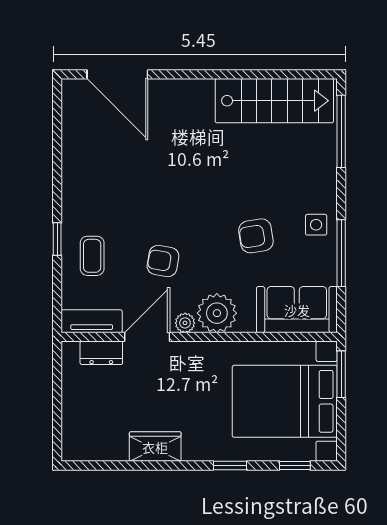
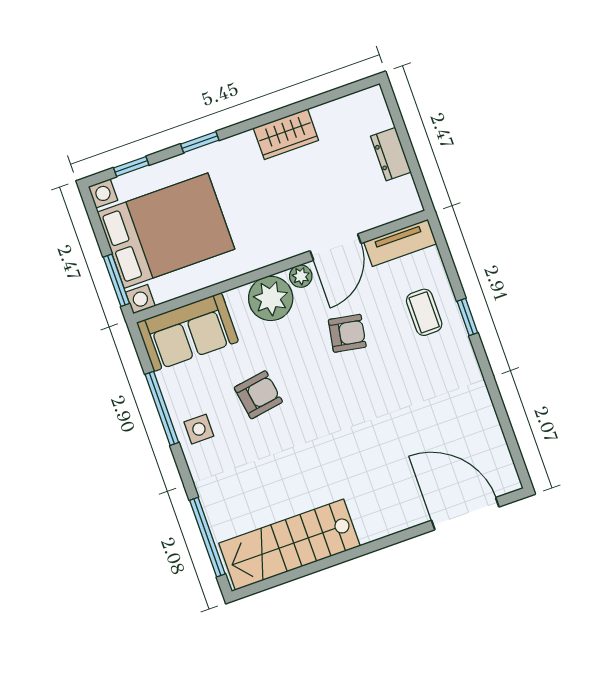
dresser: (101, 353) -> (391, 154), moved, turned -90

